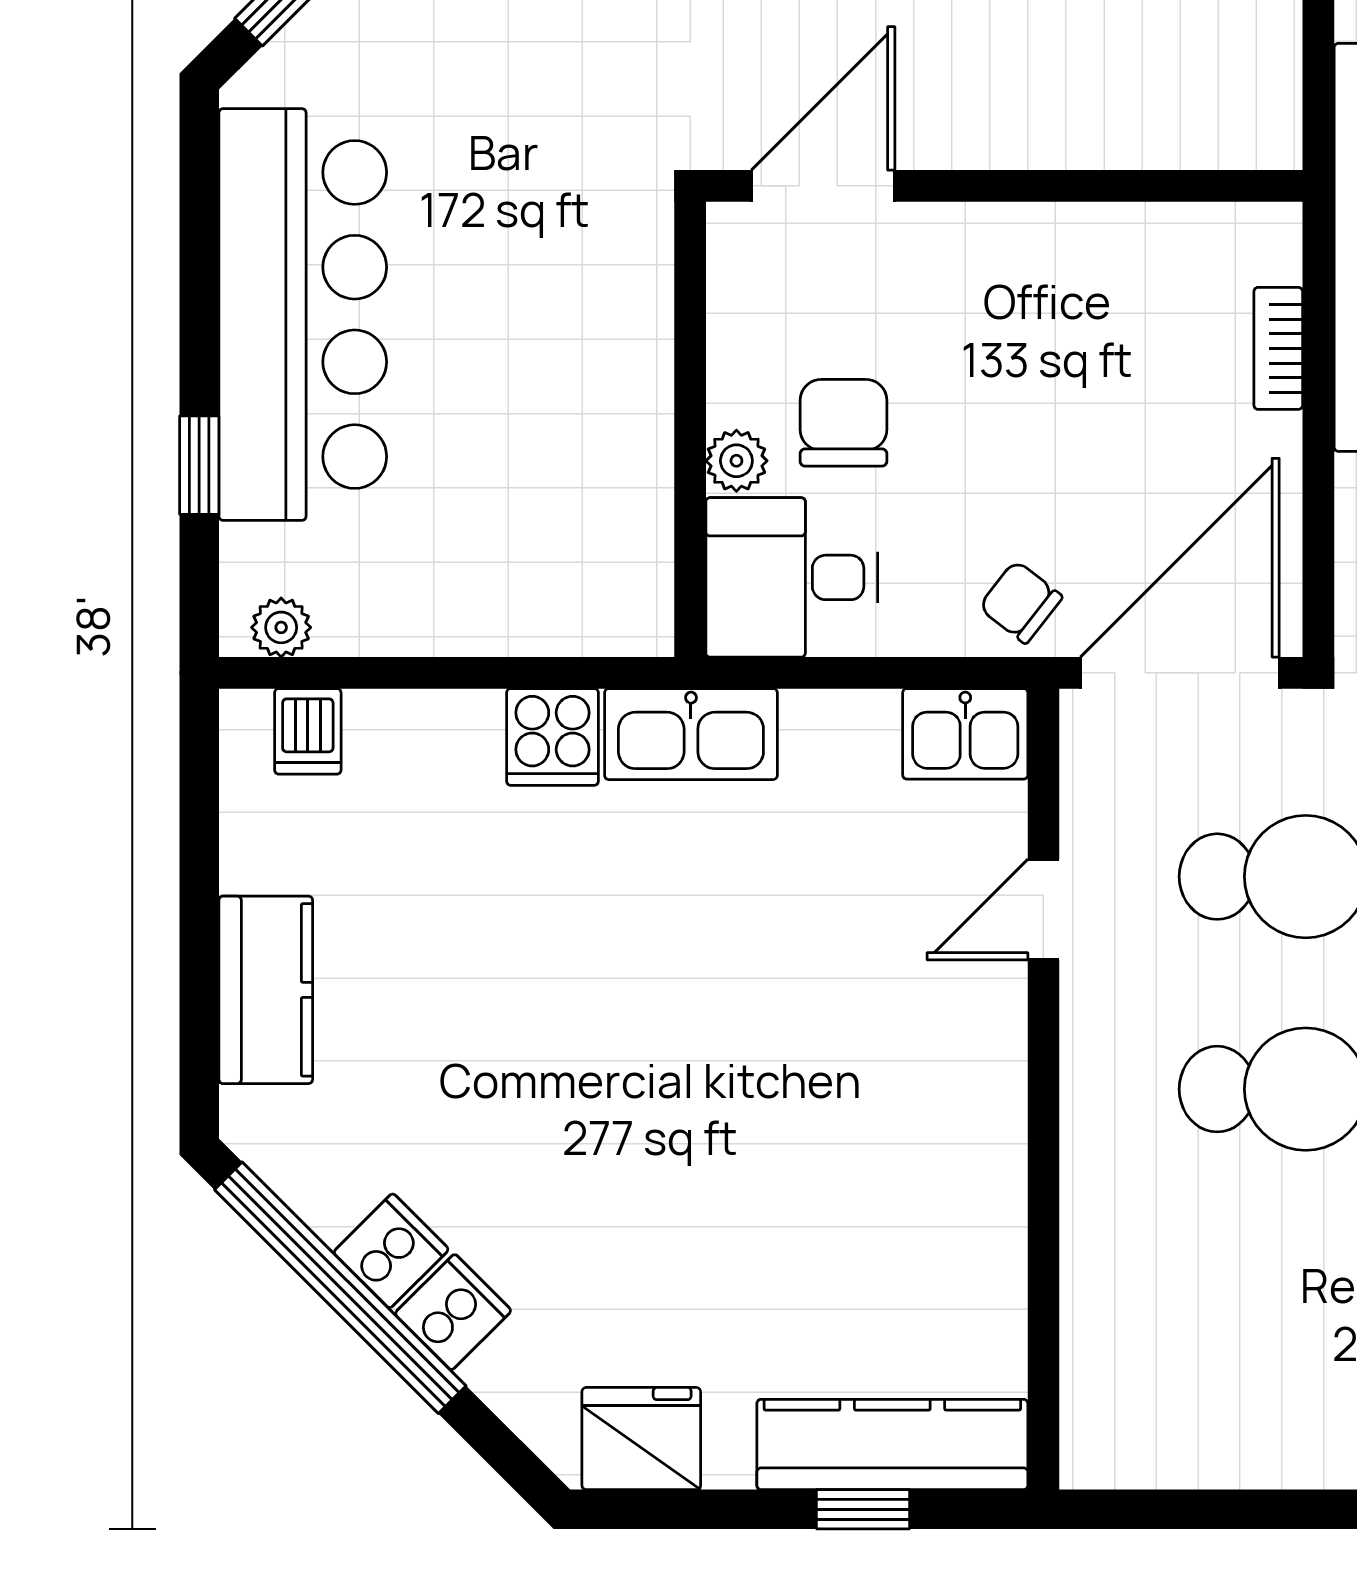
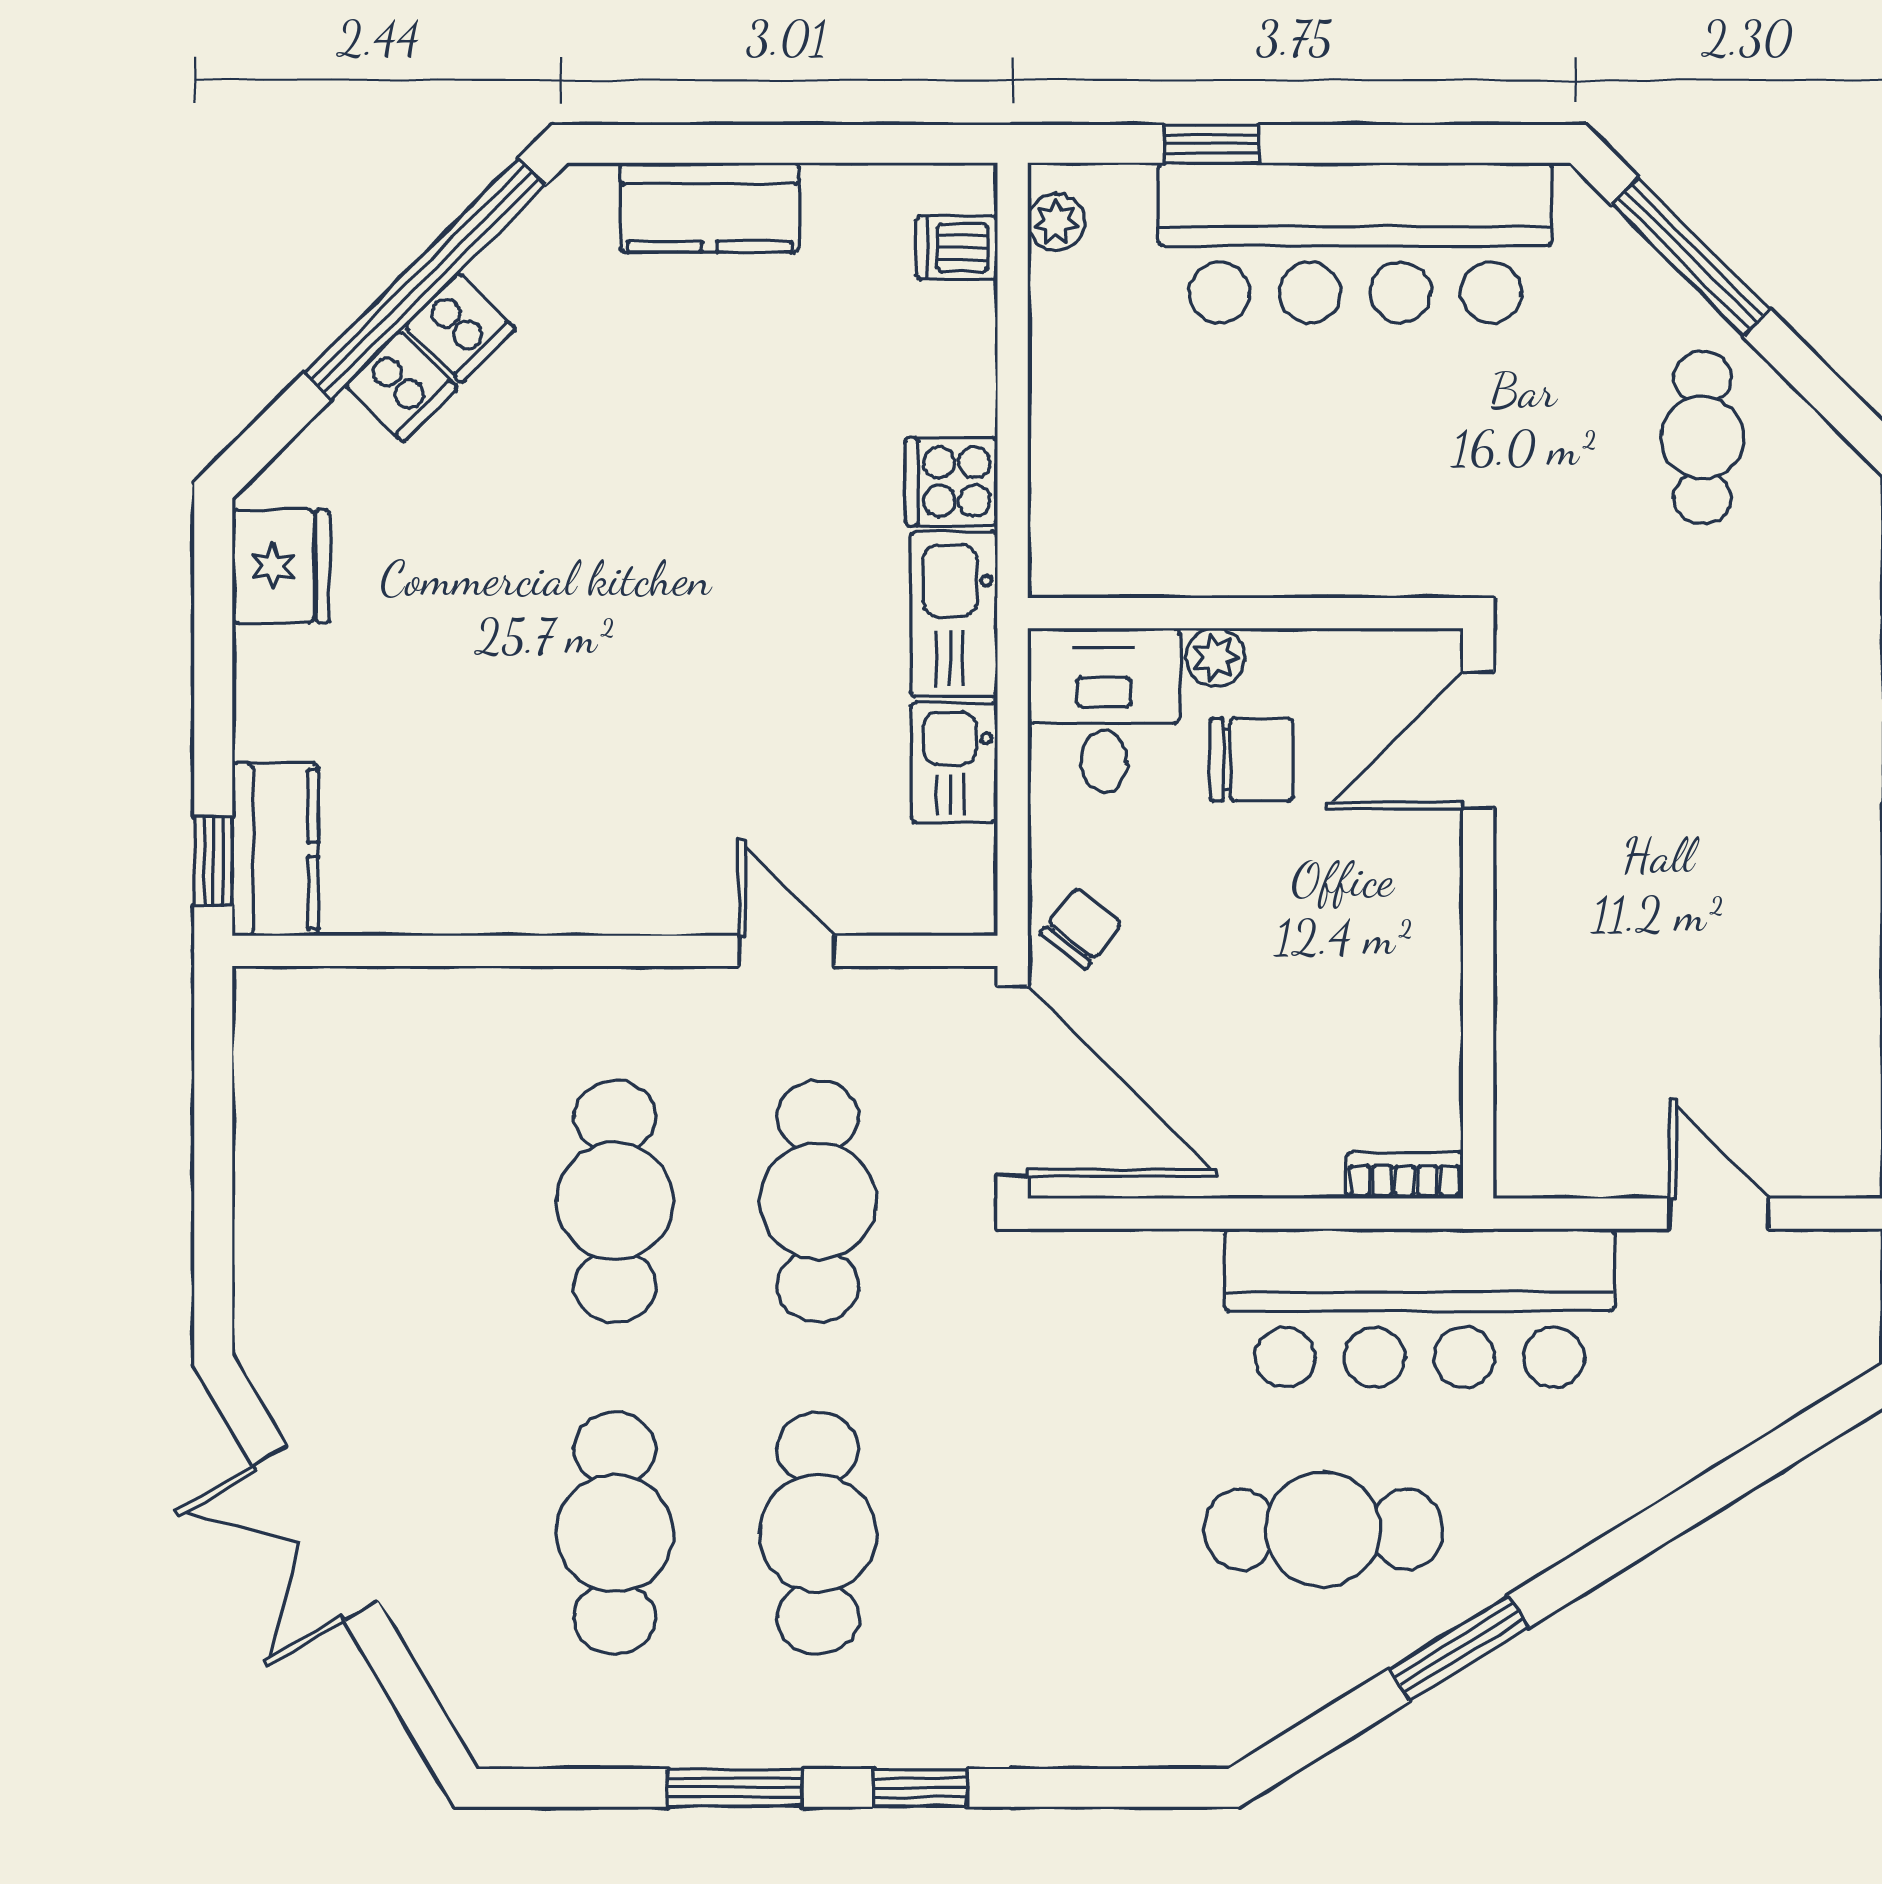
door: (823, 186) -> (1478, 740), swing flipped
bookcase: (1278, 348) -> (1405, 1175), moved
kitchen sink: (965, 734) -> (954, 762), moved
kitchen counter: (892, 1444) -> (275, 849), width x0.67
window: (863, 1509) -> (213, 861), moved

